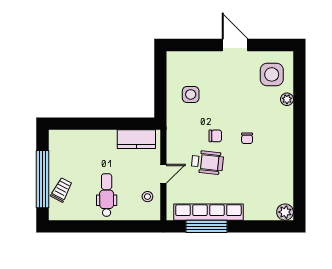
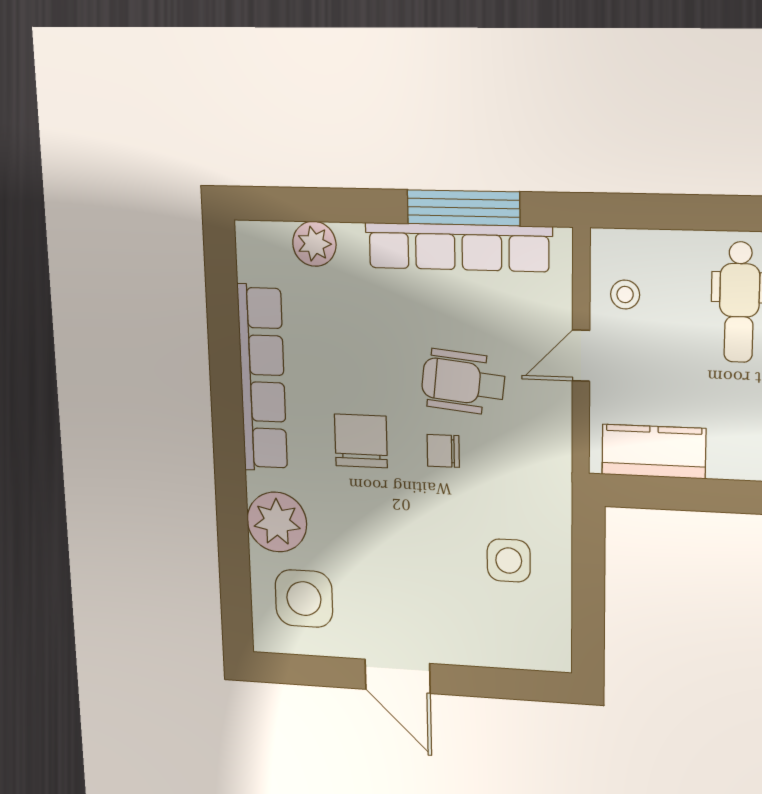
plant: (287, 99) -> (277, 522), width x1.88, depth x1.88
chair: (247, 138) -> (361, 441), width x1.87, depth x1.87
row of seats: (285, 161) -> (262, 379), added
plant: (285, 212) -> (314, 244), moved

